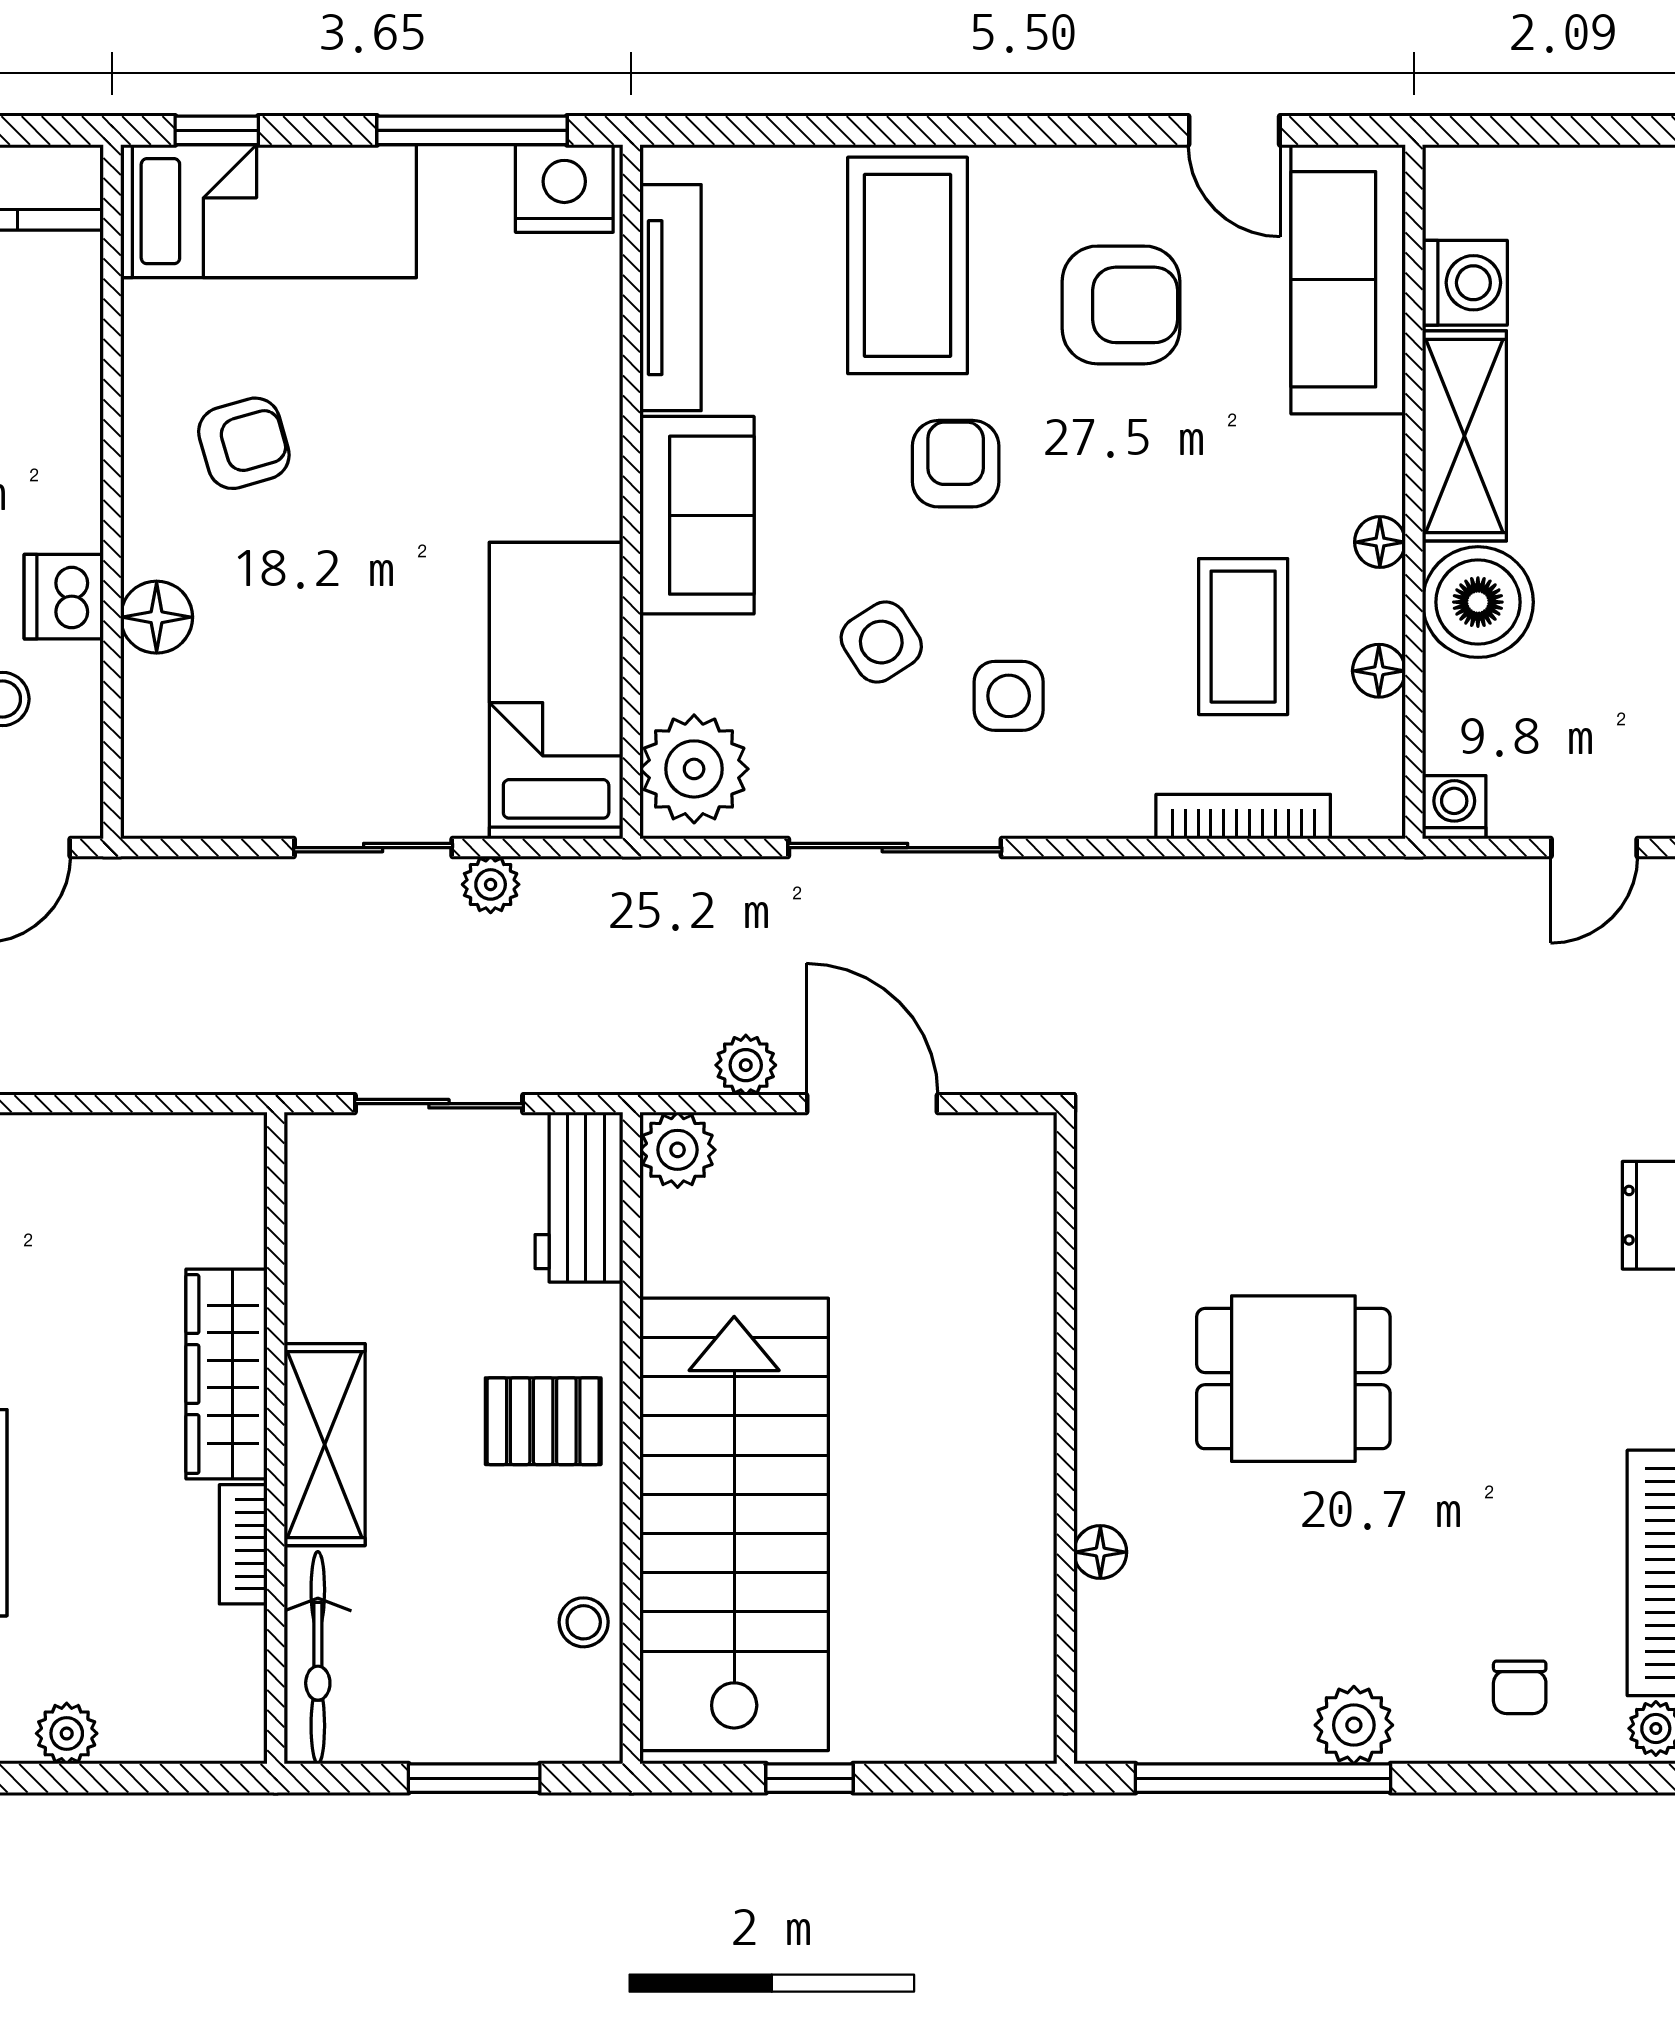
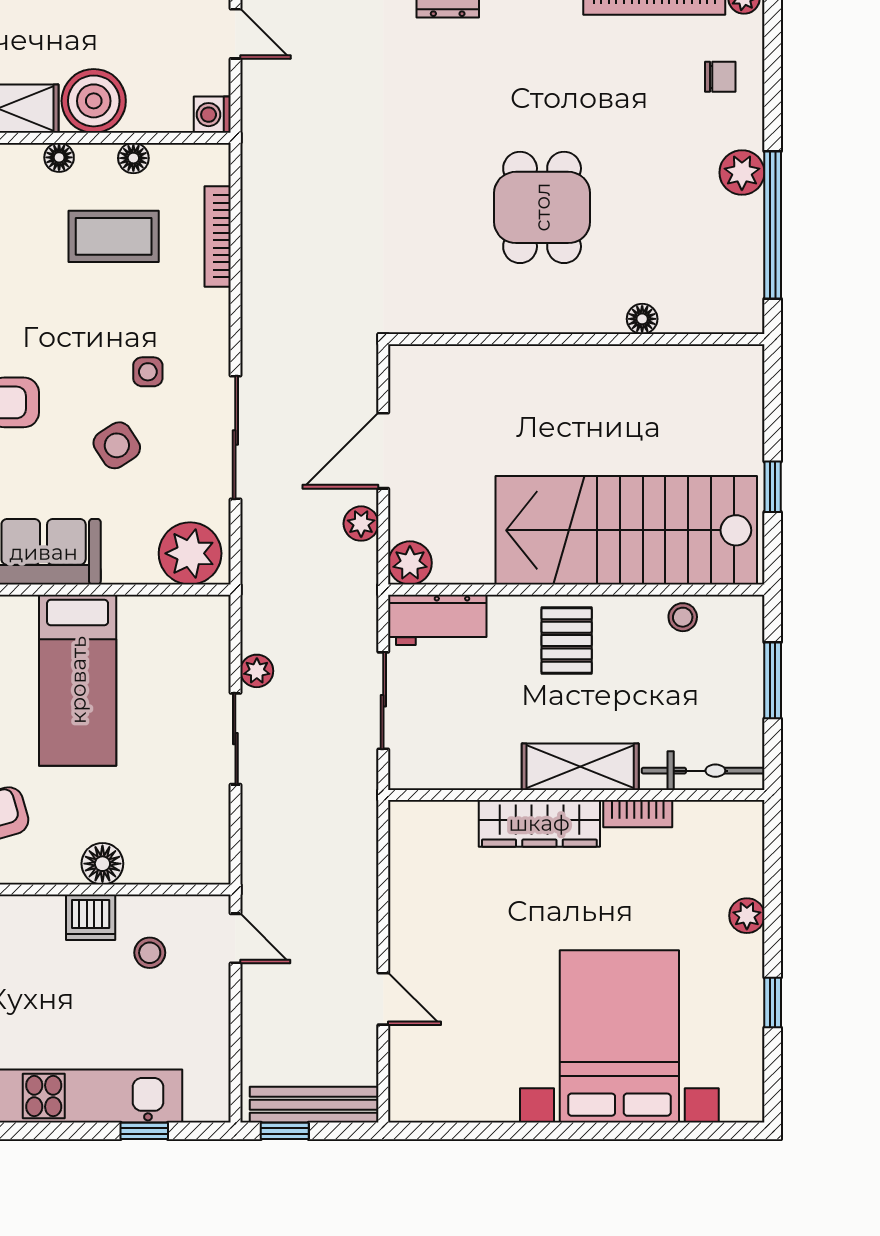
bed: (556, 691) -> (78, 680), moved, turned -90
side table: (1009, 696) -> (148, 372), width x0.73, depth x0.73

